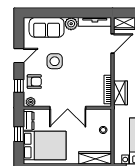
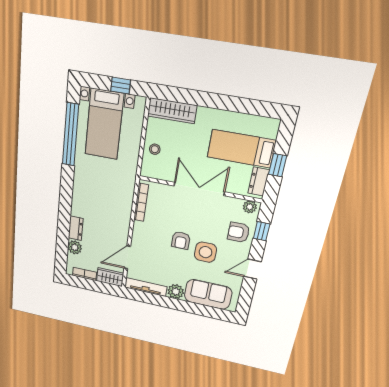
armchair: (74, 66) -> (181, 240), added
wardrobe: (121, 93) -> (125, 195), removed
bed: (45, 146) -> (241, 149), width x0.67

